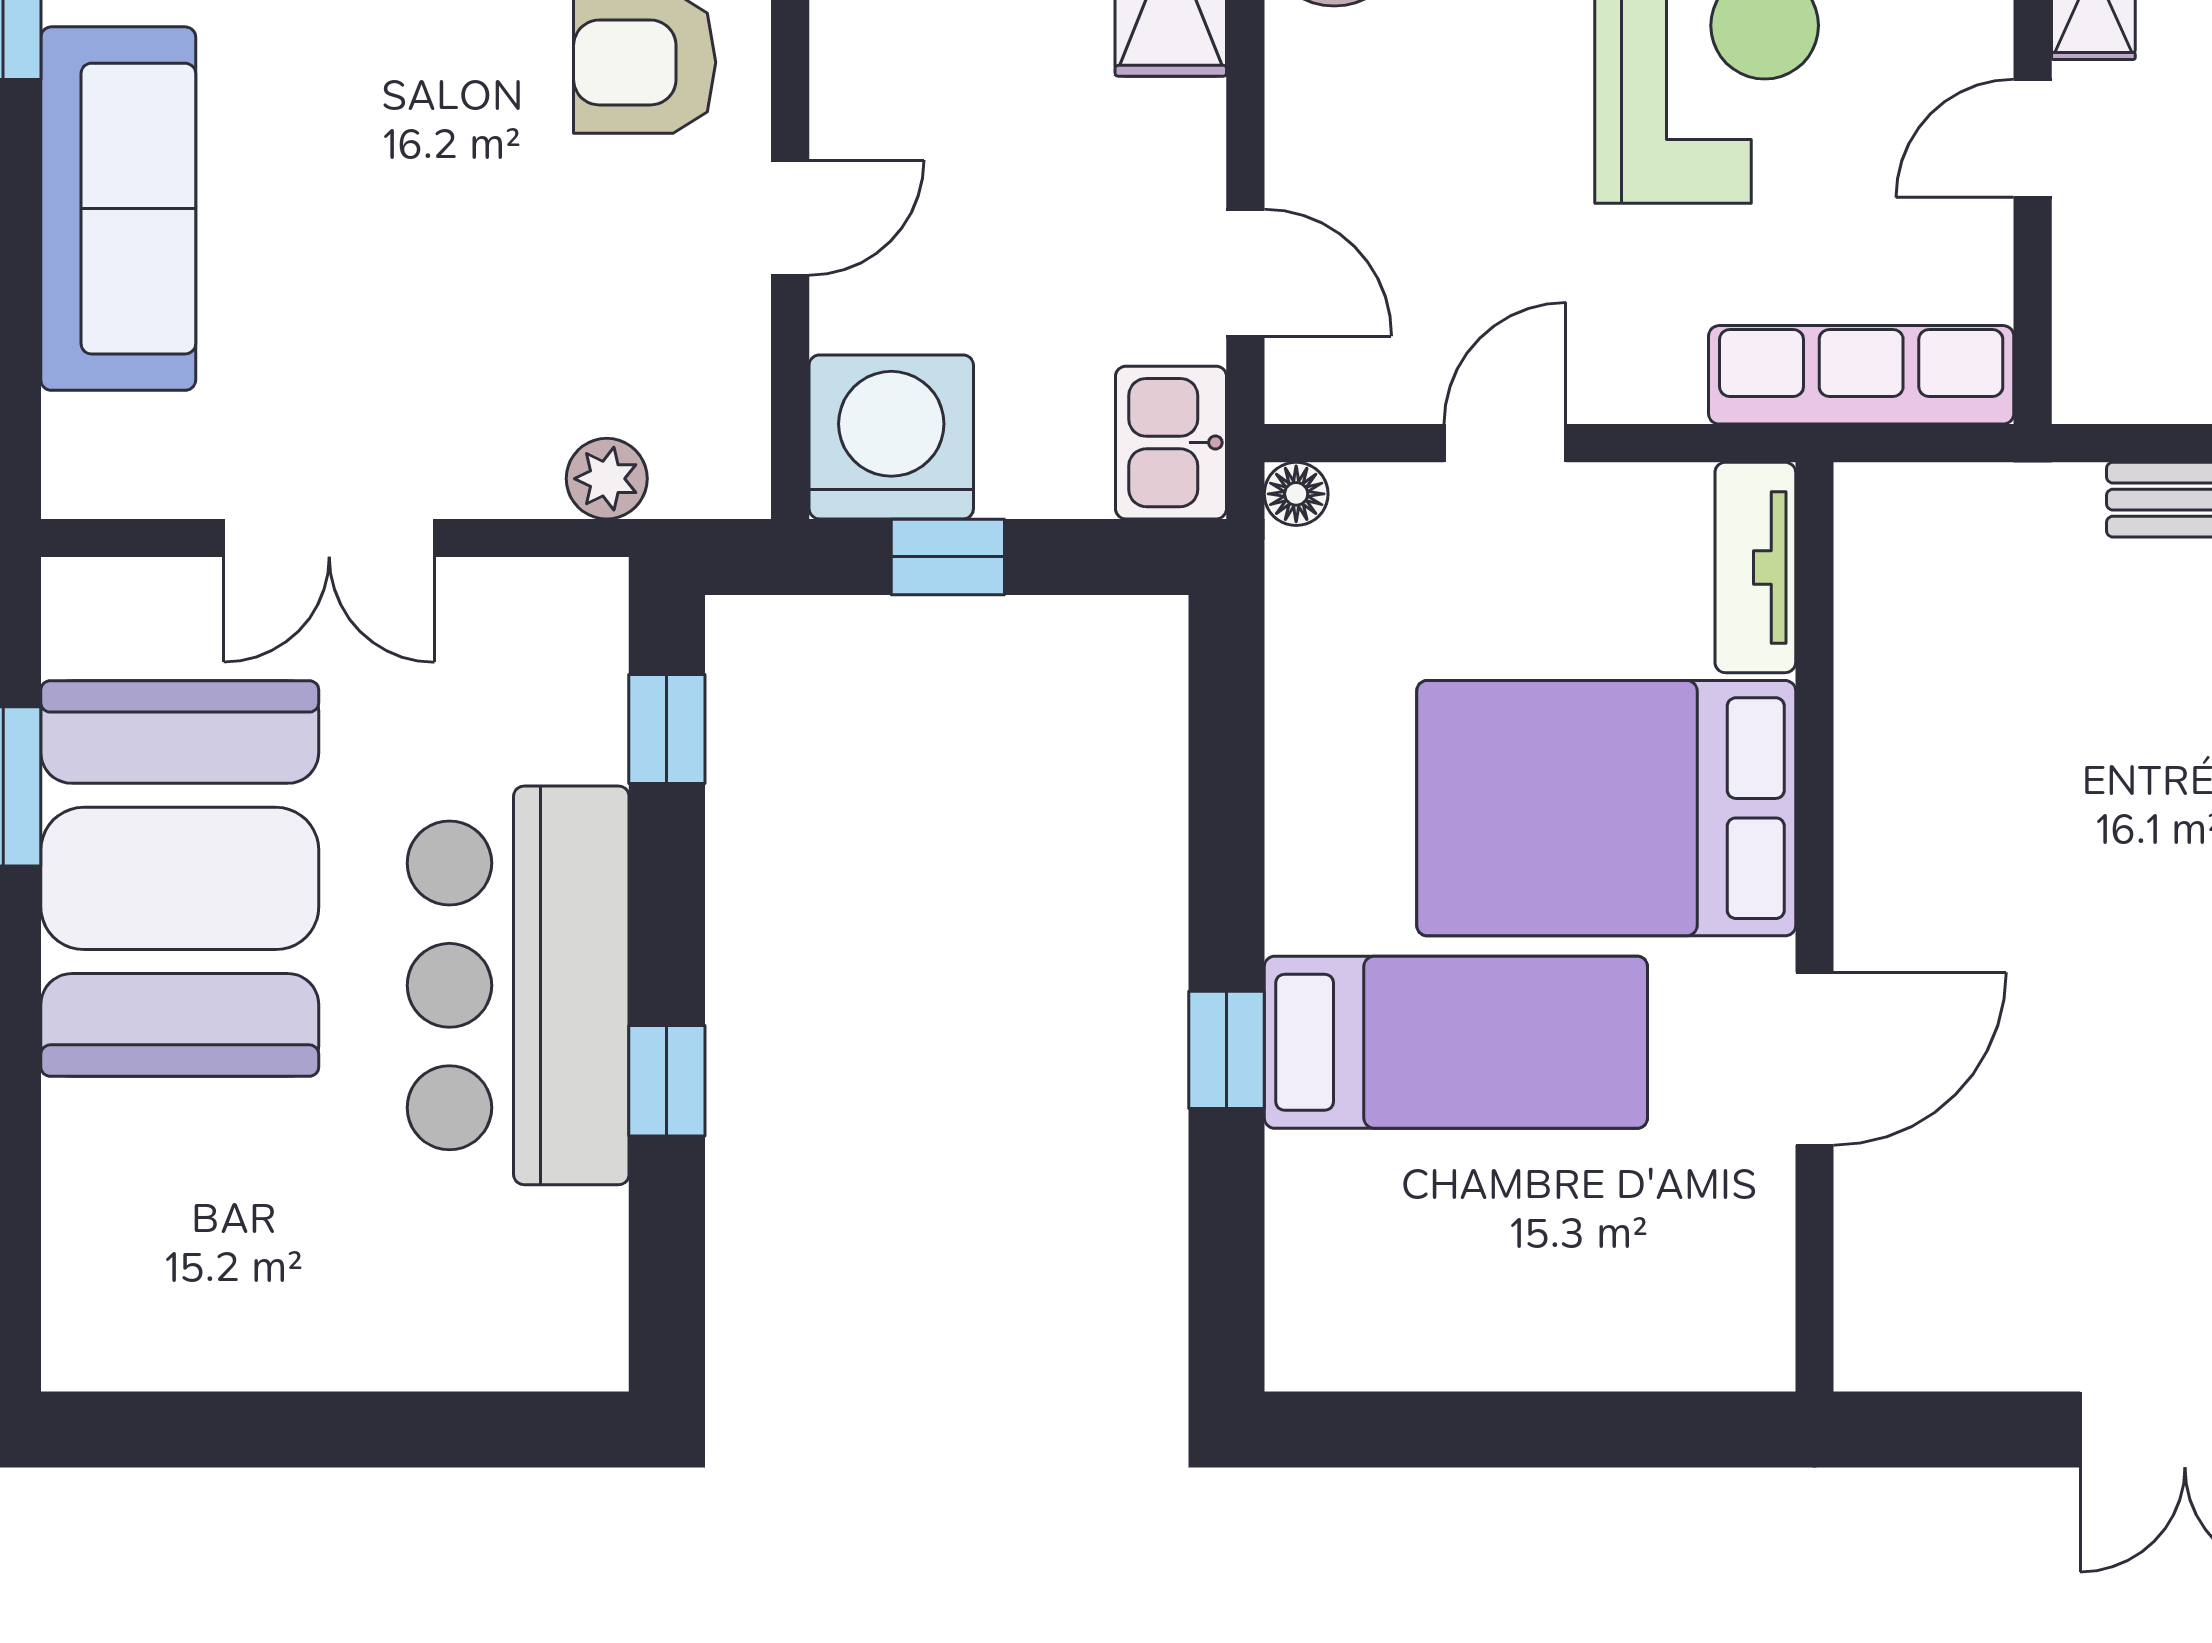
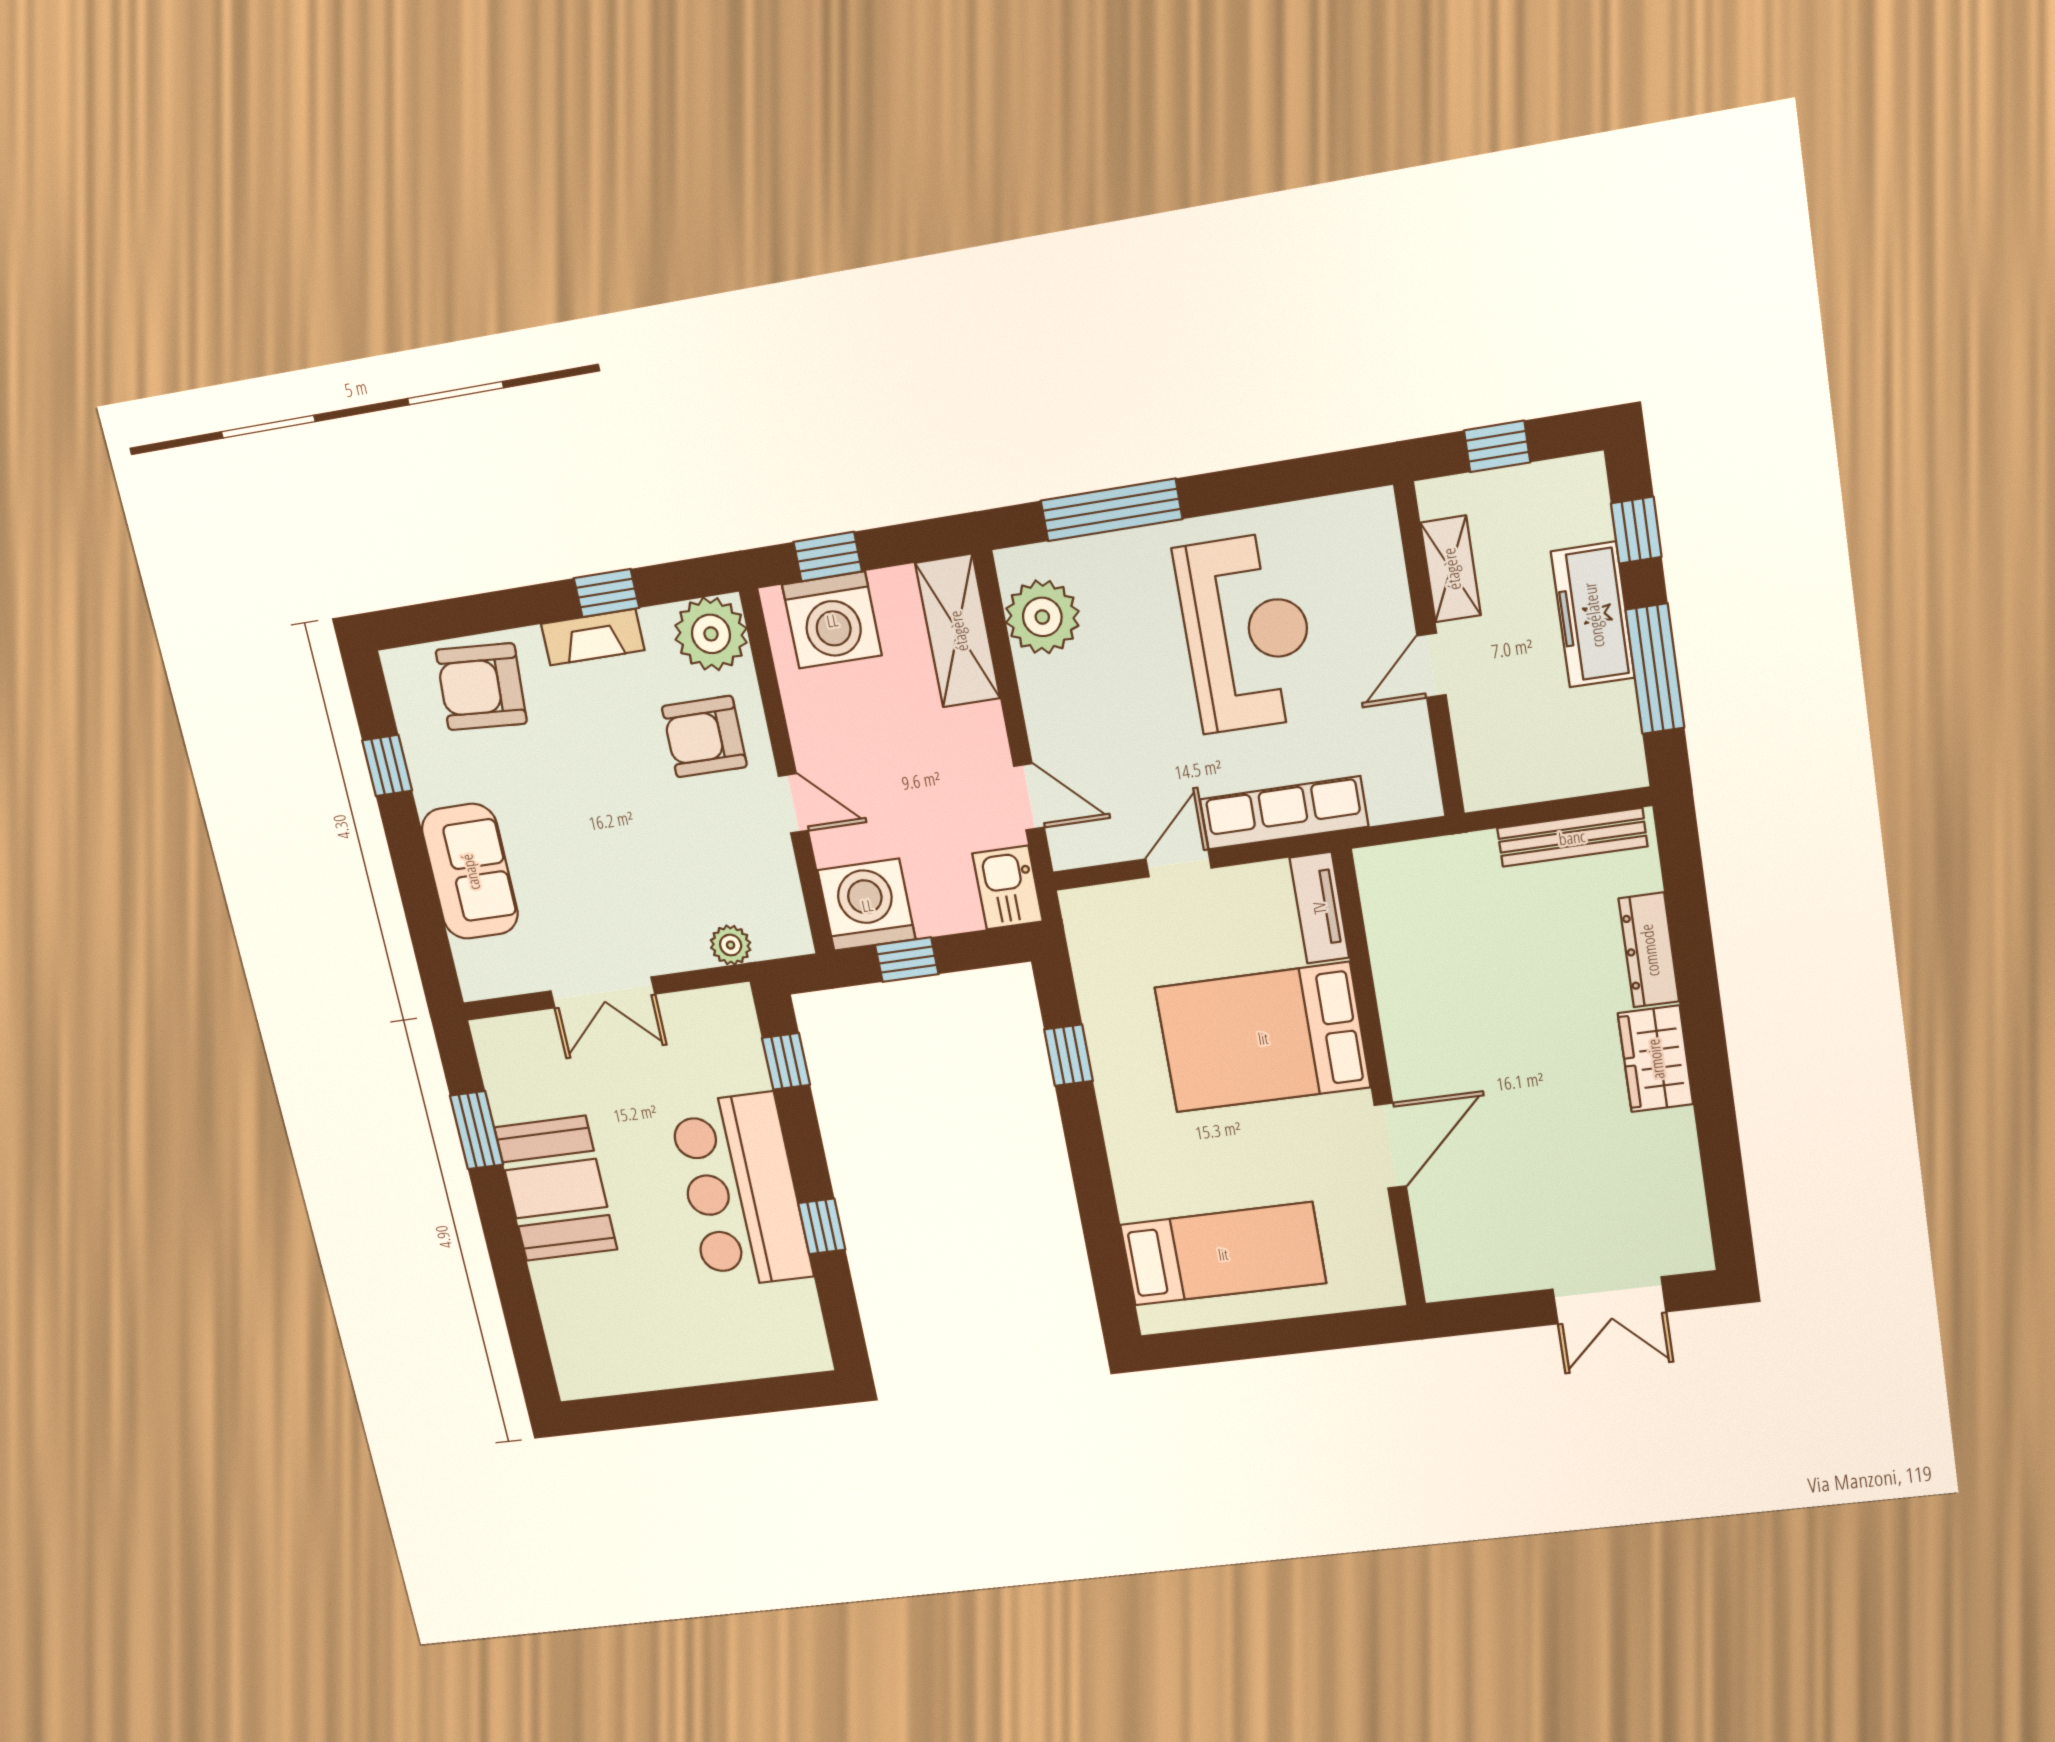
sofa: (118, 209) -> (470, 872), width x0.73
door: (790, 218) -> (793, 803), hinge flipped
row of seats: (1861, 375) -> (1284, 813), moved
floor lamp: (1296, 494) -> (1076, 904), removed
booth: (180, 878) -> (556, 1189), width x0.73, depth x0.70
bed: (1456, 1042) -> (1223, 1254), moved
window: (1226, 1050) -> (1068, 1055), moved

